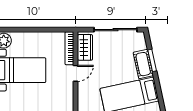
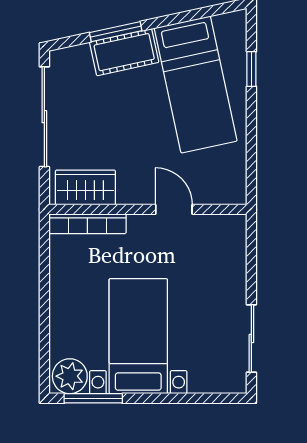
door: (76, 73) -> (174, 209), moved

